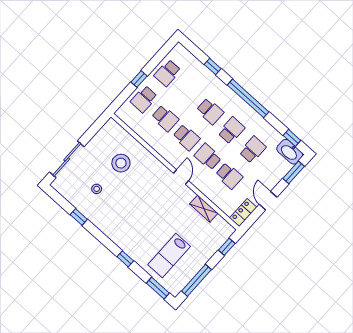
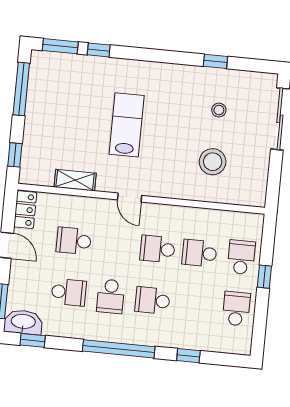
school desk: (253, 150) -> (69, 292), turned -90
school desk: (208, 157) -> (116, 245), removed
lab bench: (169, 255) -> (127, 125), moved
window: (125, 259) -> (99, 50), moved

